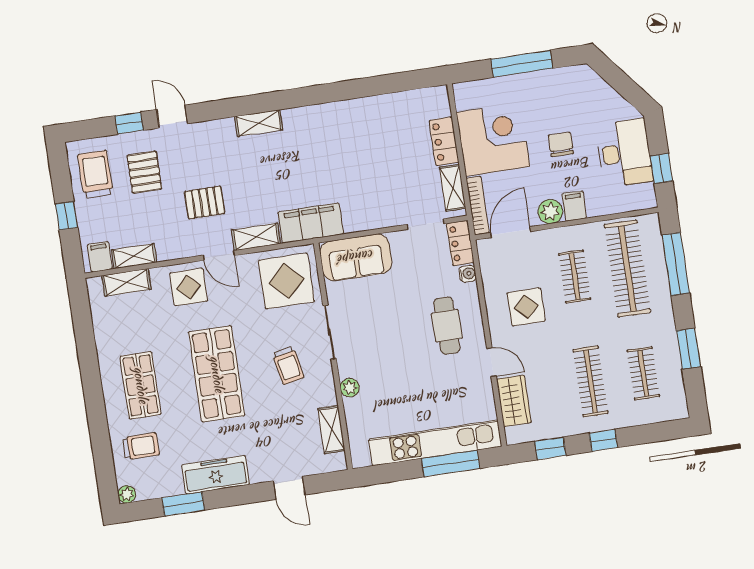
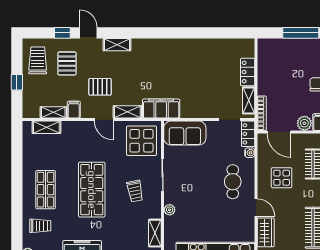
shelving: (259, 123) -> (117, 45), moved
corner desk: (493, 140) -> (277, 75), removed
door: (511, 232) -> (279, 132), swing flipped
filing cabinet: (100, 257) -> (74, 110), moved
display table: (189, 287) -> (83, 136), removed

